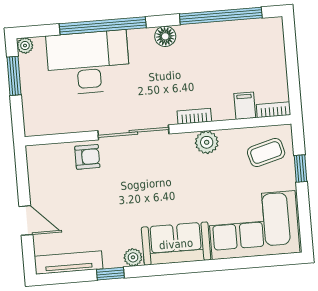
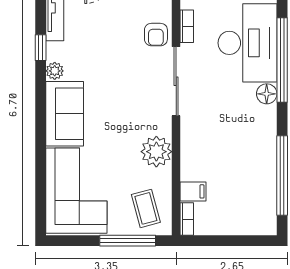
floor lamp: (165, 36) -> (267, 94), moved
bookcase: (194, 116) -> (187, 26), moved
plant: (207, 142) -> (156, 152), width x1.36, depth x1.36
window: (301, 169) -> (128, 241), width x2.17

